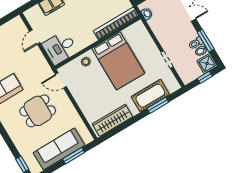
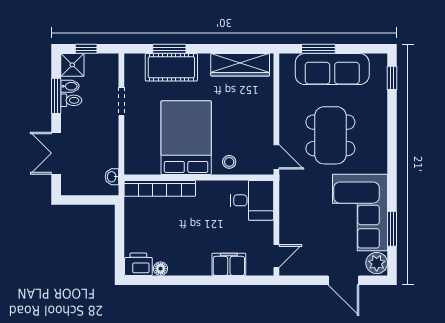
door: (35, 37) -> (276, 256), moved
dining table: (38, 111) -> (330, 135), width x1.38

